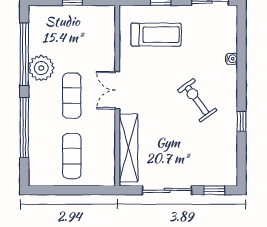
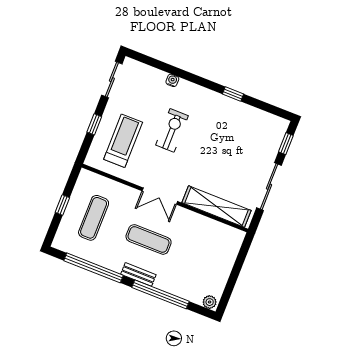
plant: (41, 68) -> (210, 302), moved, width x0.53, depth x0.53
bench: (35, 99) -> (138, 274), added
exercise bike: (197, 100) -> (172, 130), moved, turned 126
exercise mat: (72, 156) -> (94, 218), moved, turned 90

